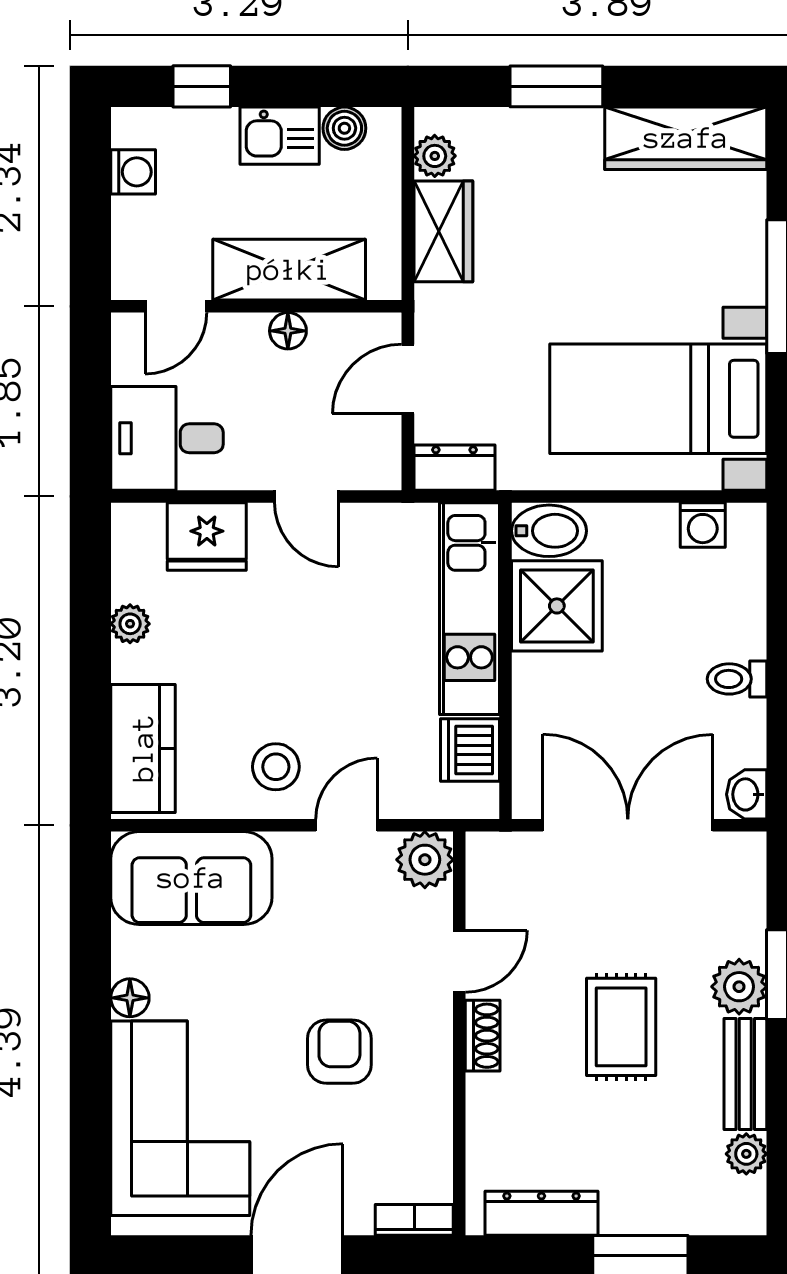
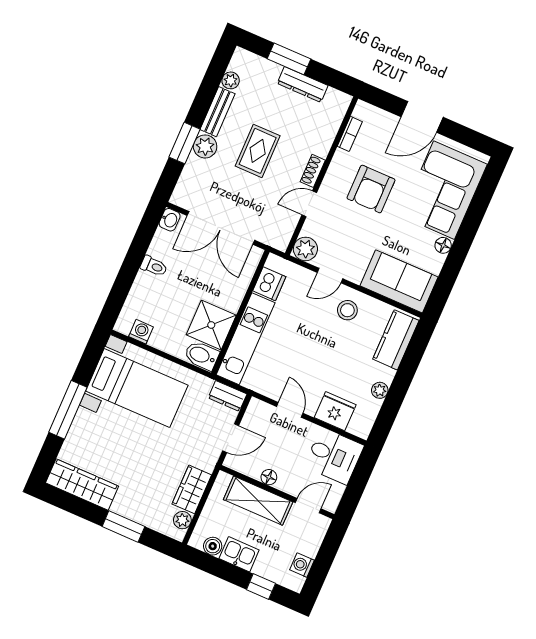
armchair: (339, 1052) -> (371, 189), width x1.38, depth x1.38
dresser: (541, 1213) -> (303, 84), moved
bookcase: (414, 1220) -> (350, 134), moved, turned -90

